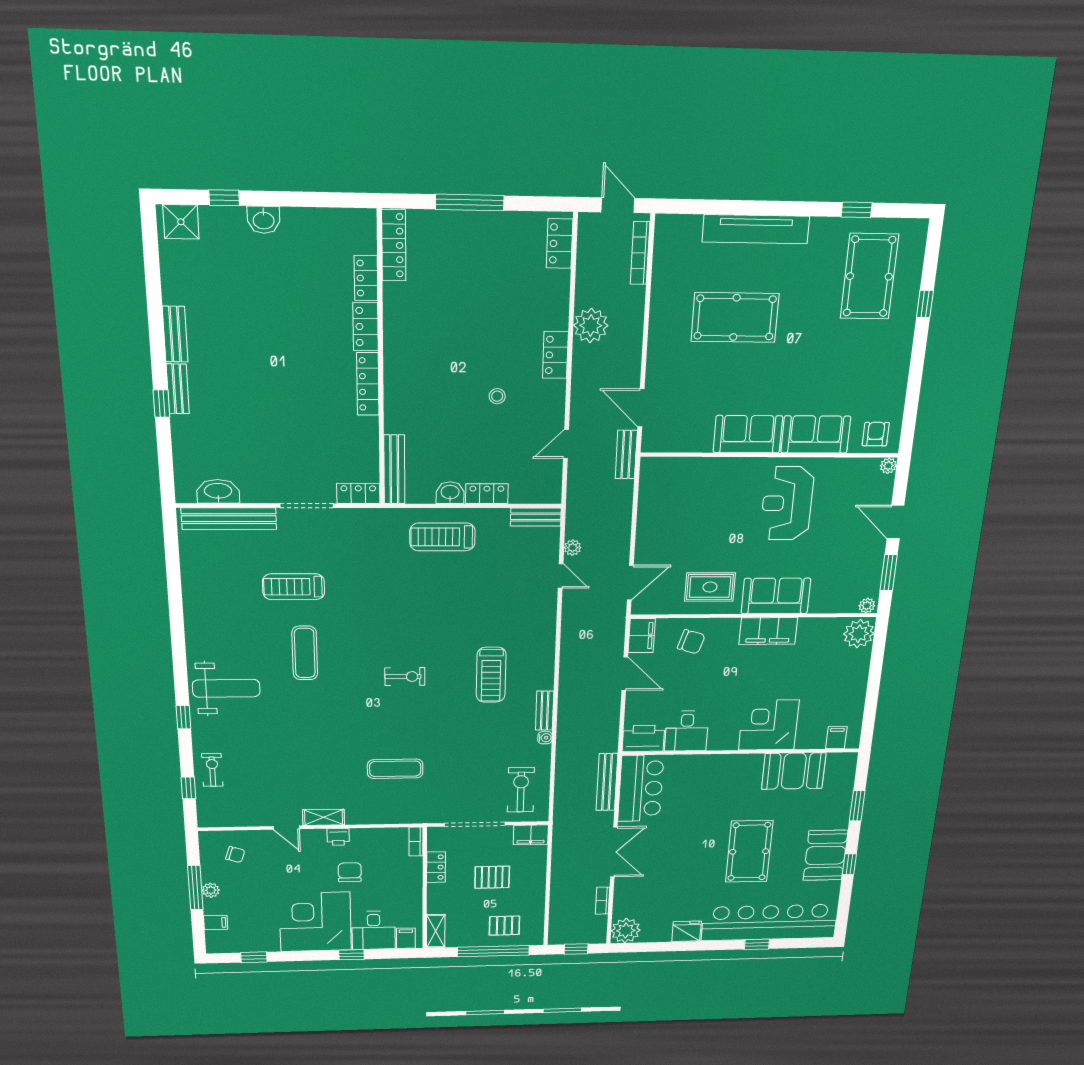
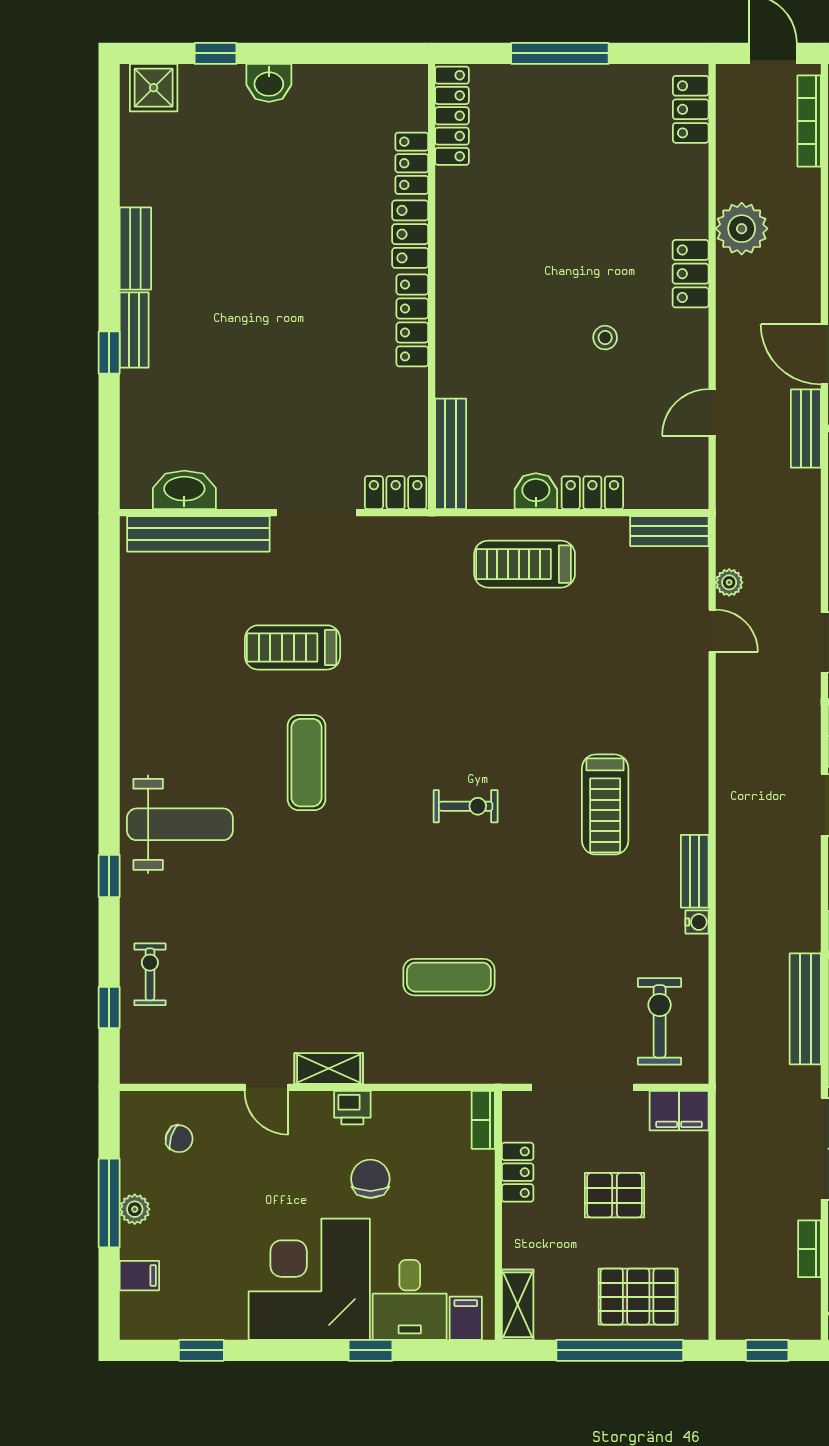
pallet: (504, 926) -> (638, 1297), width x1.50, depth x1.42

